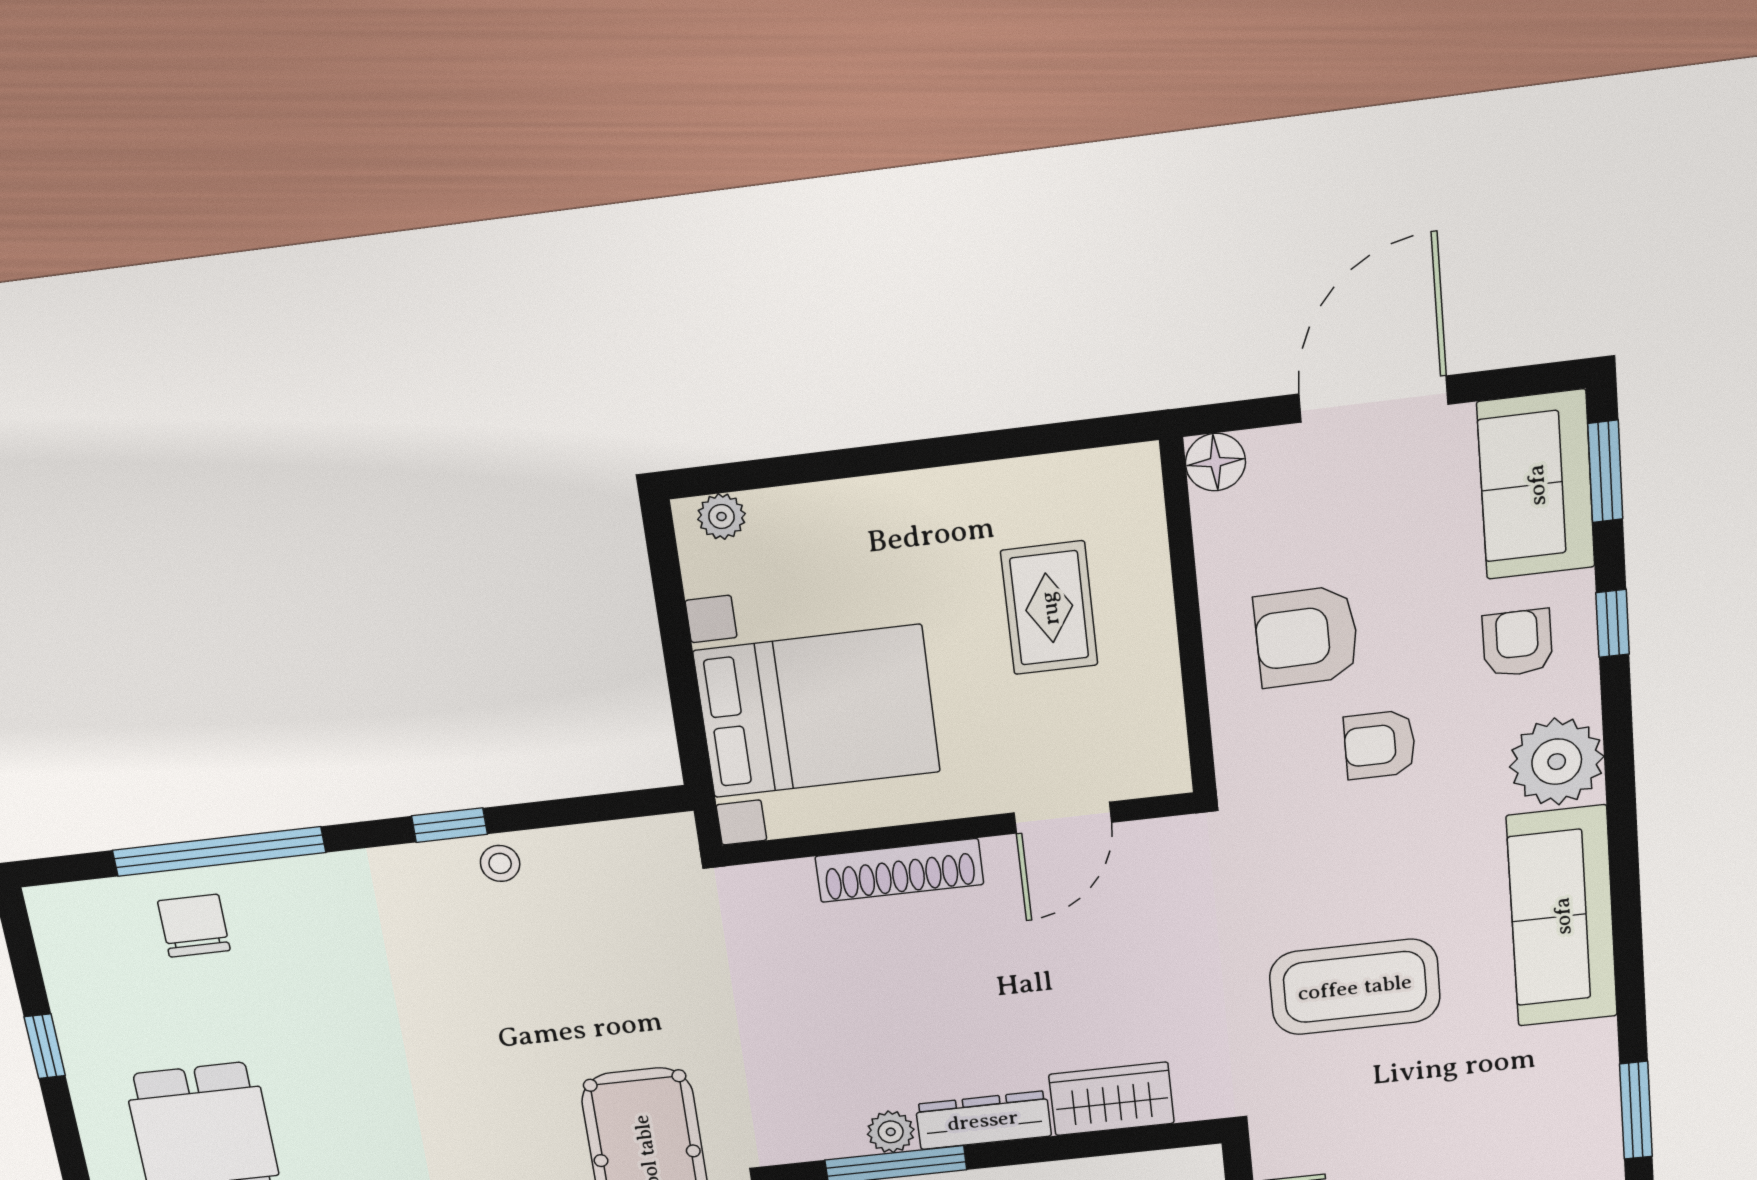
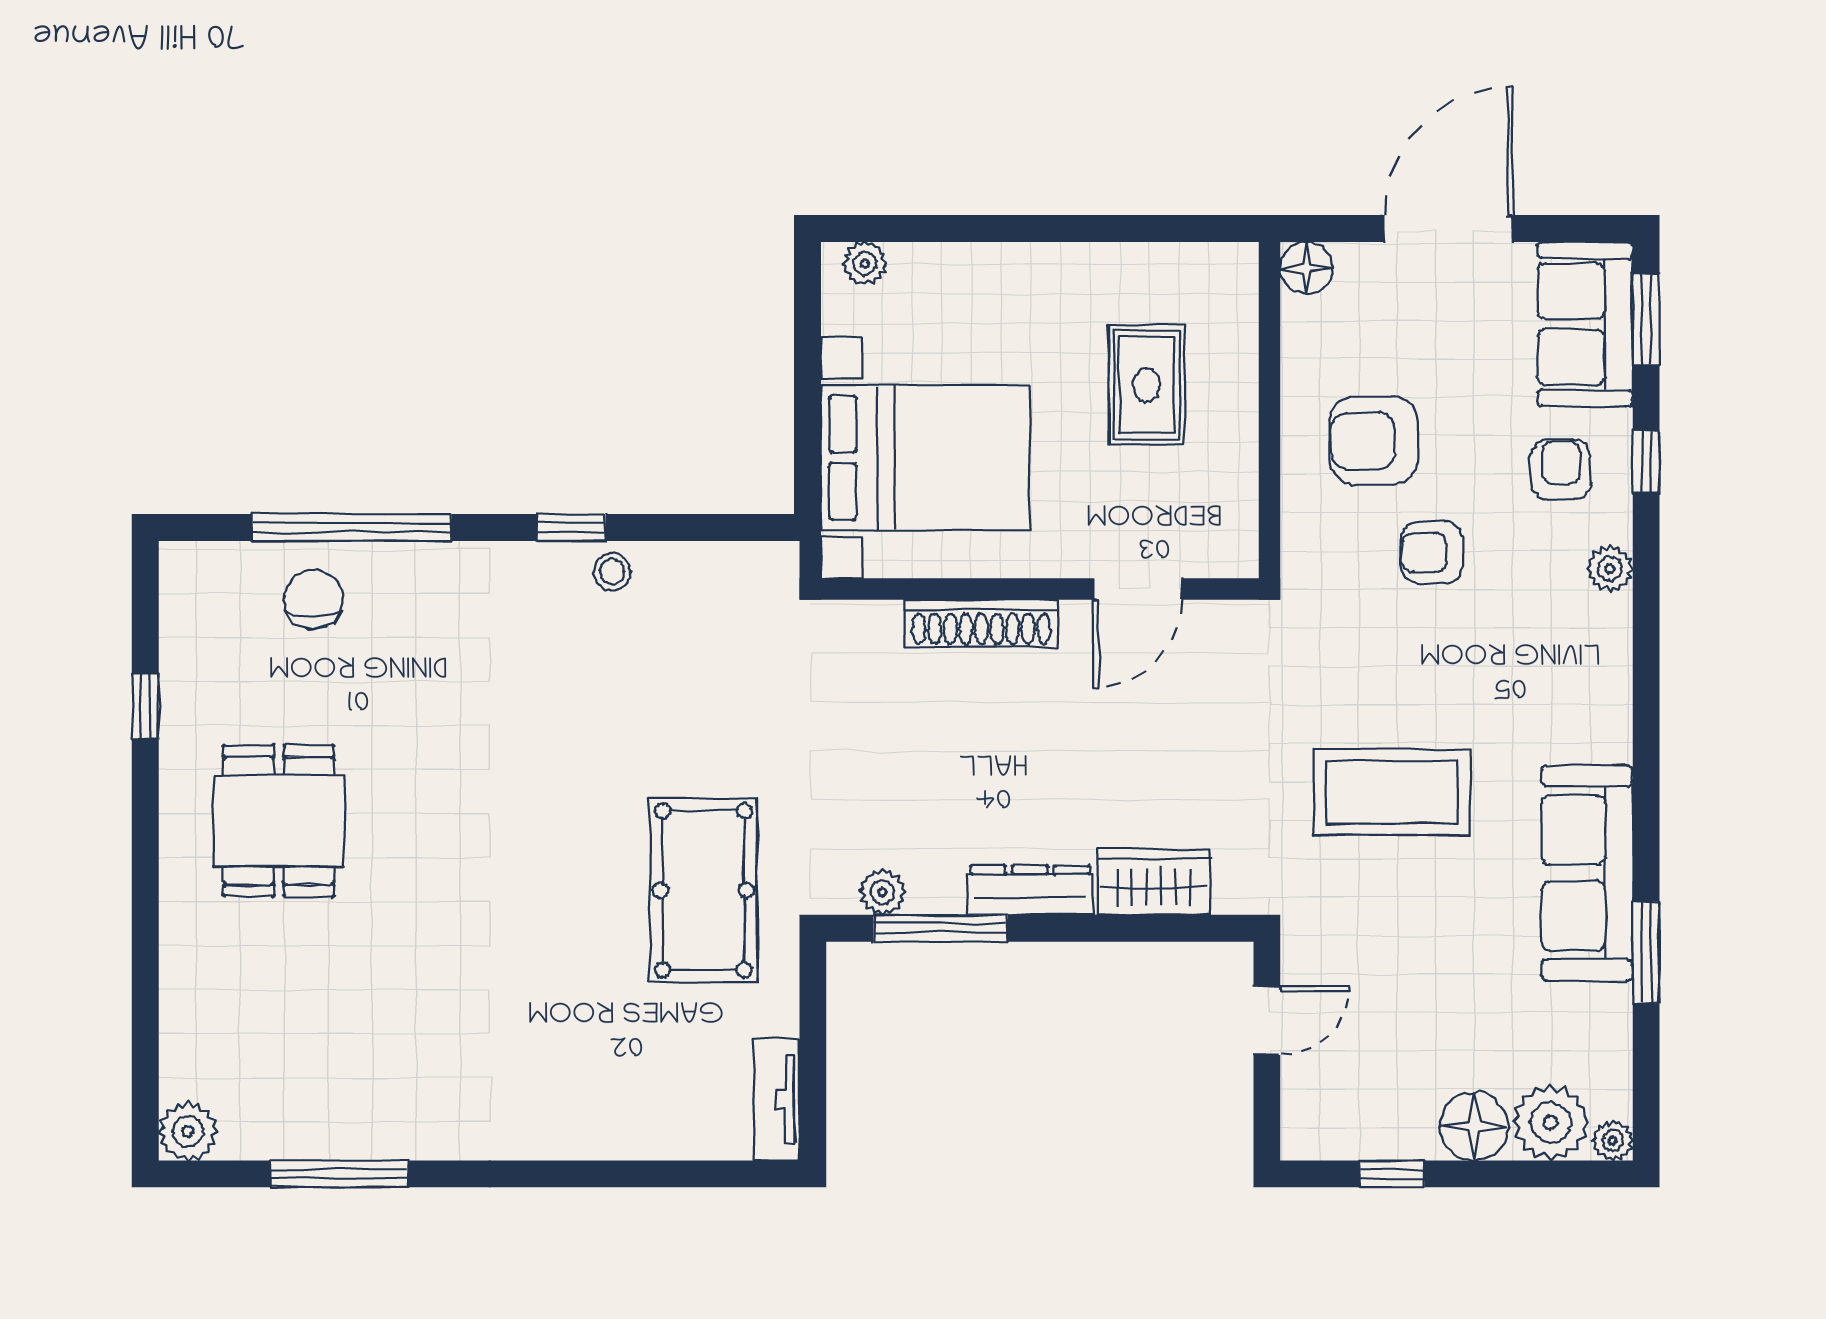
plant: (1557, 762) -> (1610, 569), width x0.53, depth x0.53
sofa: (1562, 916) -> (1587, 873), moved
plant: (891, 1132) -> (882, 892), moved

